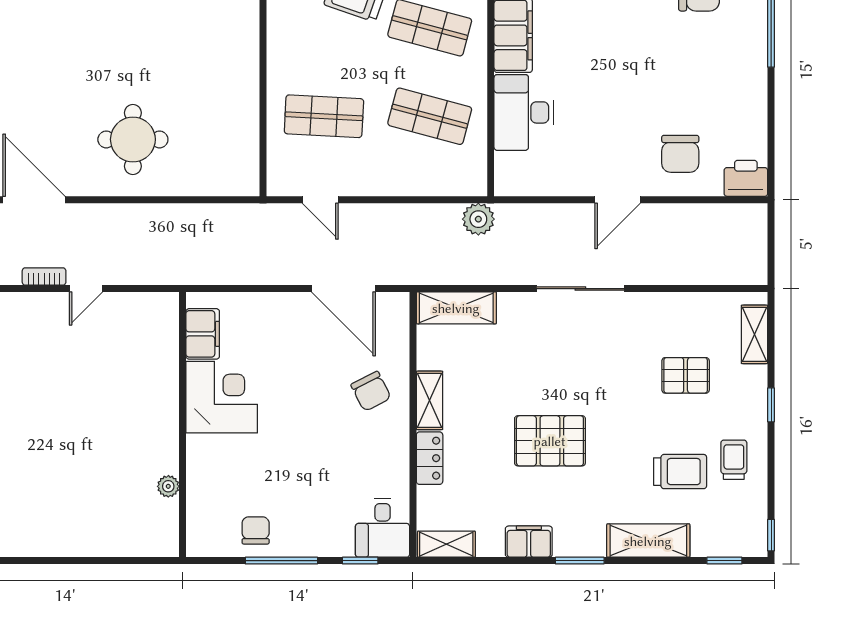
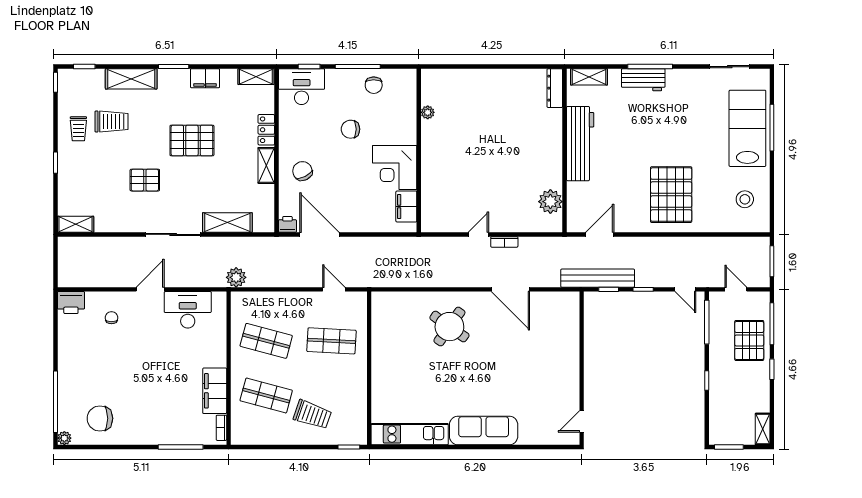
desk: (524, 112) -> (188, 310), moved, turned -90
round table: (133, 139) -> (449, 327), turned 35
chair: (680, 154) -> (111, 318), width x0.54, depth x0.54
printer: (395, 305) -> (287, 224), added
shelving: (456, 308) -> (227, 223), moved
shelving: (755, 334) -> (76, 224), moved, turned 90
pallet: (686, 375) -> (145, 180), moved
chair: (293, 459) -> (350, 129), added
trolley: (680, 472) -> (112, 122), turned 180
desk: (383, 528) -> (302, 87), width x1.37

